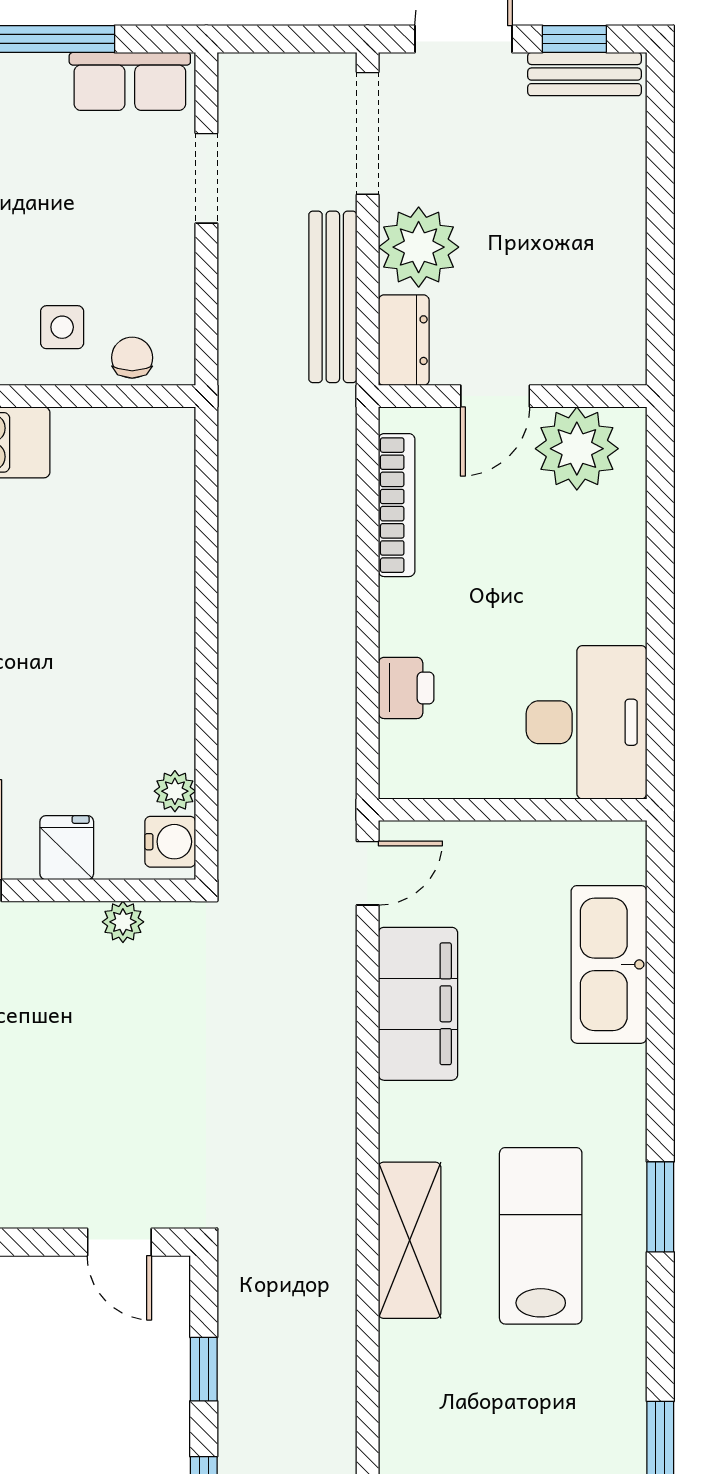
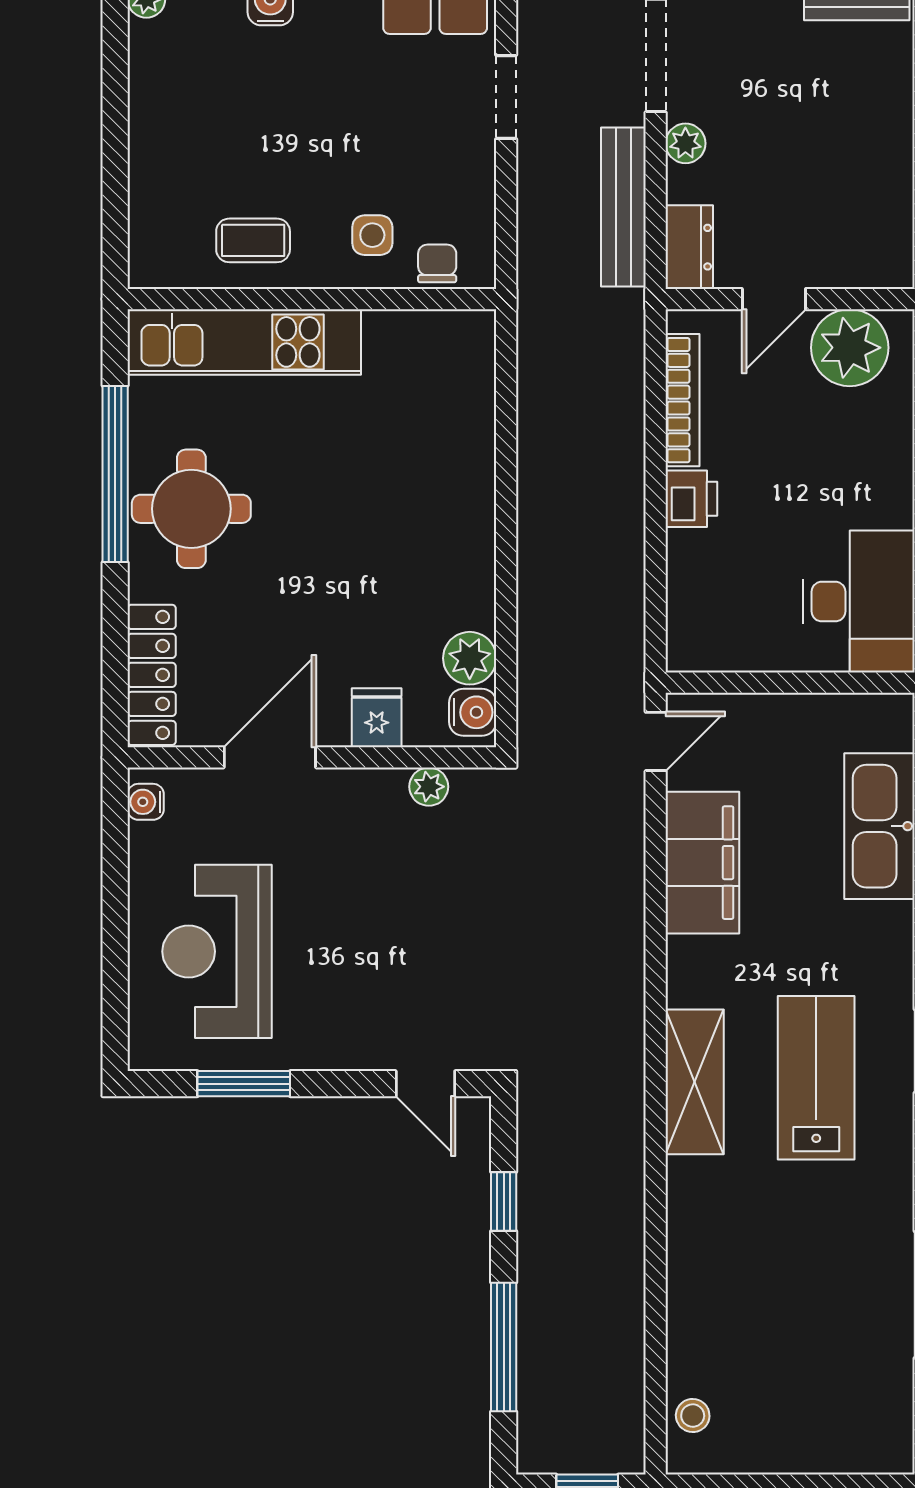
plant: (419, 247) -> (685, 143), width x0.53, depth x0.53
printer: (406, 688) -> (691, 499), moved
plant: (175, 791) -> (470, 658), width x1.38, depth x1.38

